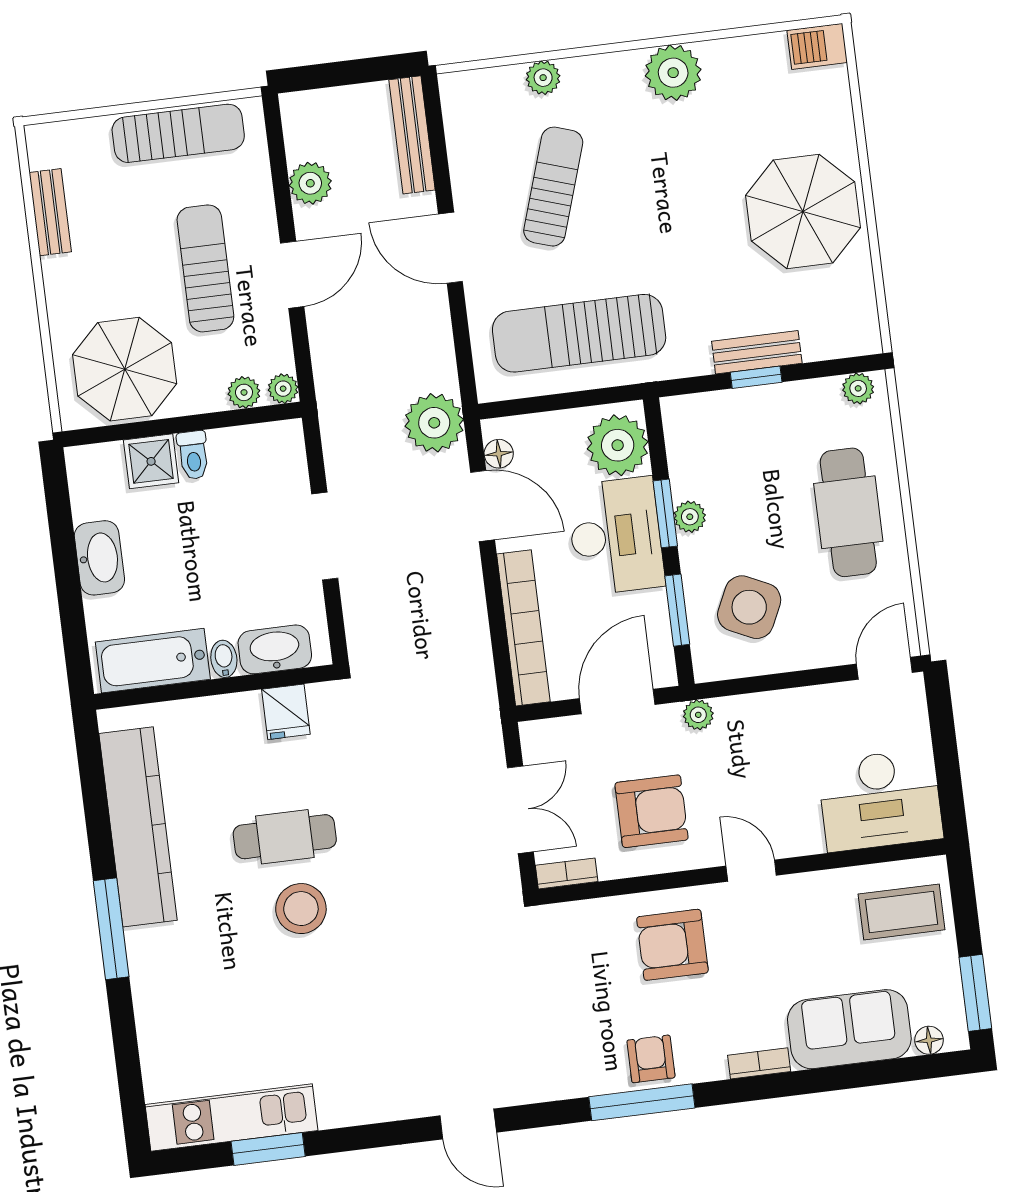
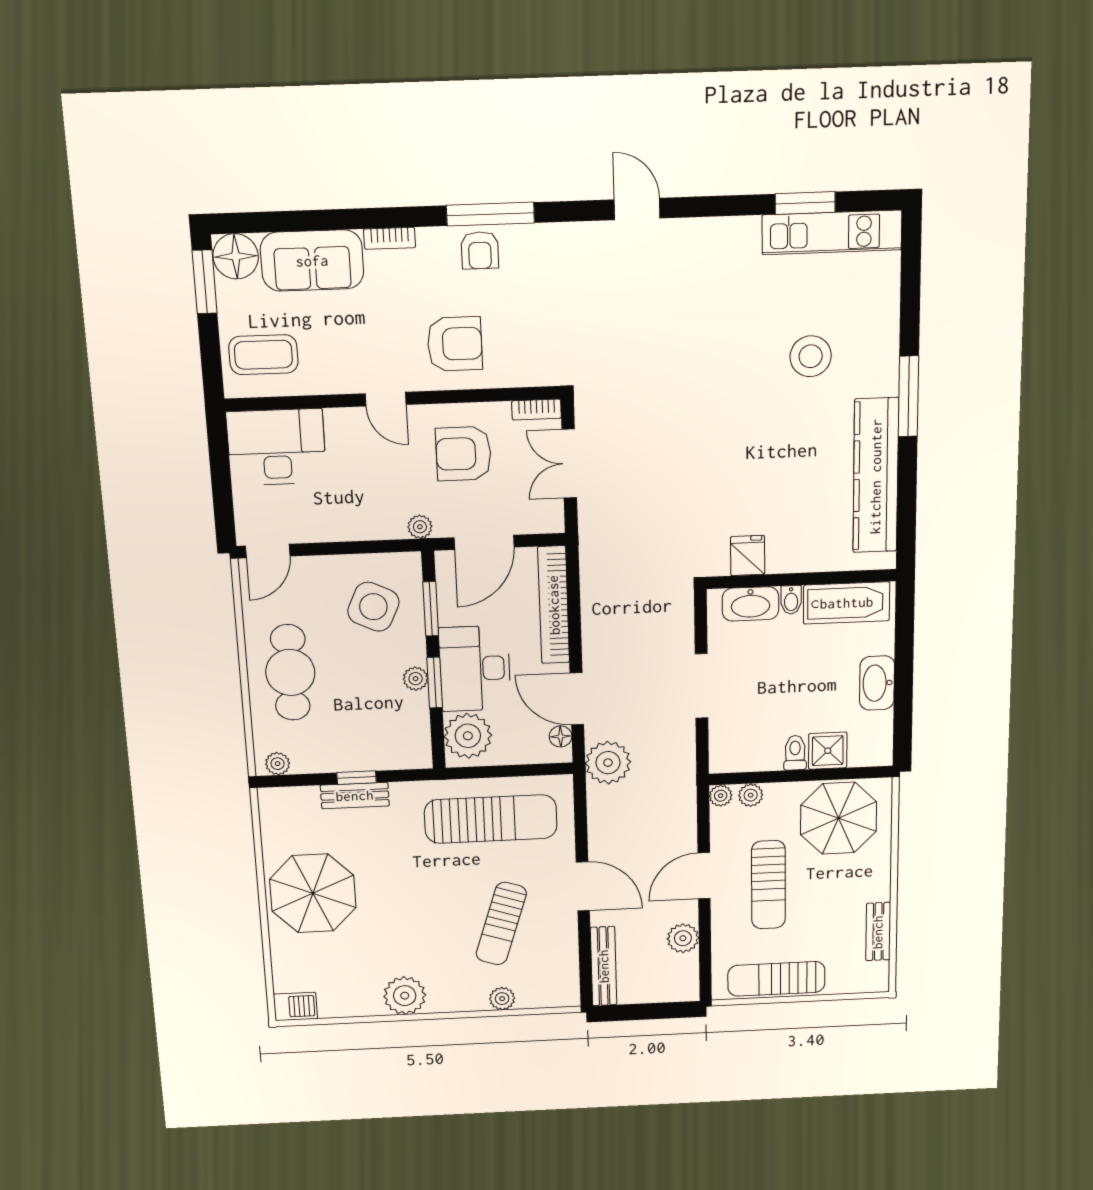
cafe table: (285, 837) -> (760, 458), removed
stool: (301, 909) -> (811, 356), moved
floor lamp: (929, 1040) -> (236, 256), width x1.89, depth x1.89

